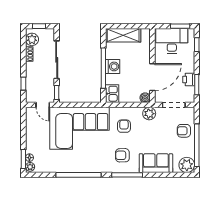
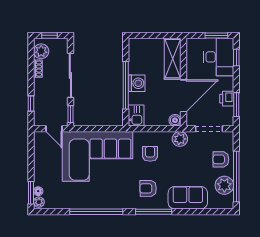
shelving: (123, 35) -> (173, 59), moved, turned 90
desk: (172, 41) -> (219, 57), moved, turned 90
plant: (187, 165) -> (224, 185), moved

